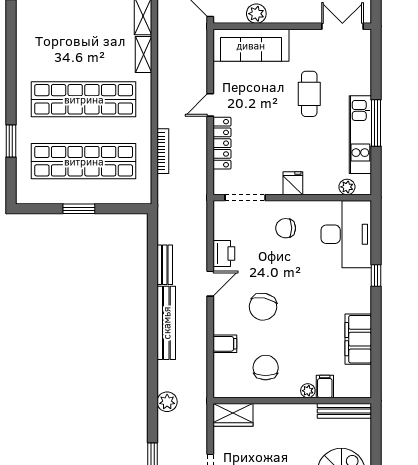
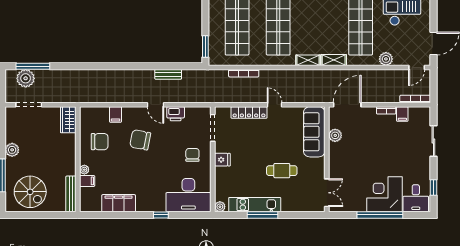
plant: (347, 187) -> (220, 207), moved
window: (79, 209) -> (205, 47), moved
bench: (166, 323) -> (129, 75), removed
plant: (167, 402) -> (77, 76), removed

